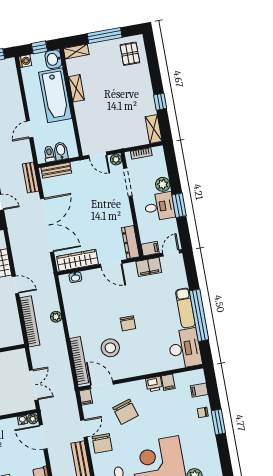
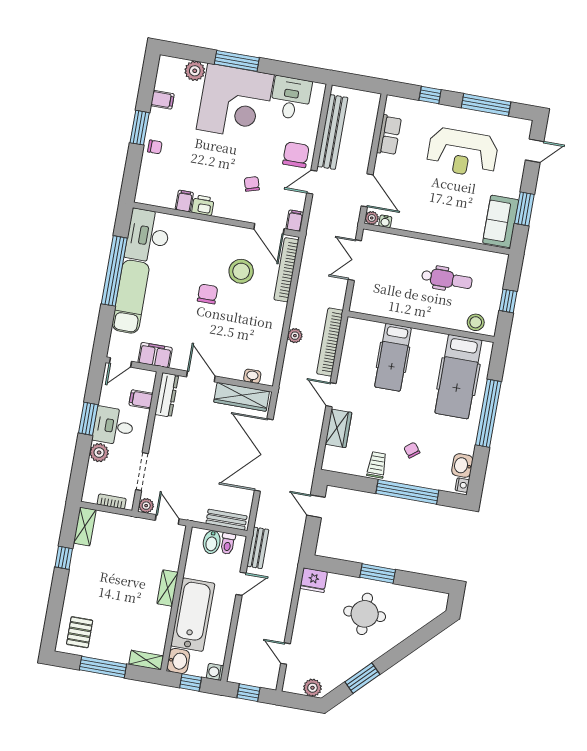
shelving: (76, 88) -> (168, 588), moved
bench: (31, 177) -> (258, 548), moved
filing cabinet: (150, 249) -> (141, 399), moved
exam couch: (185, 308) -> (131, 297), width x1.36, depth x1.45
filing cabinet: (199, 390) -> (162, 100), moved
chair: (125, 412) -> (252, 184), width x0.54, depth x0.54

